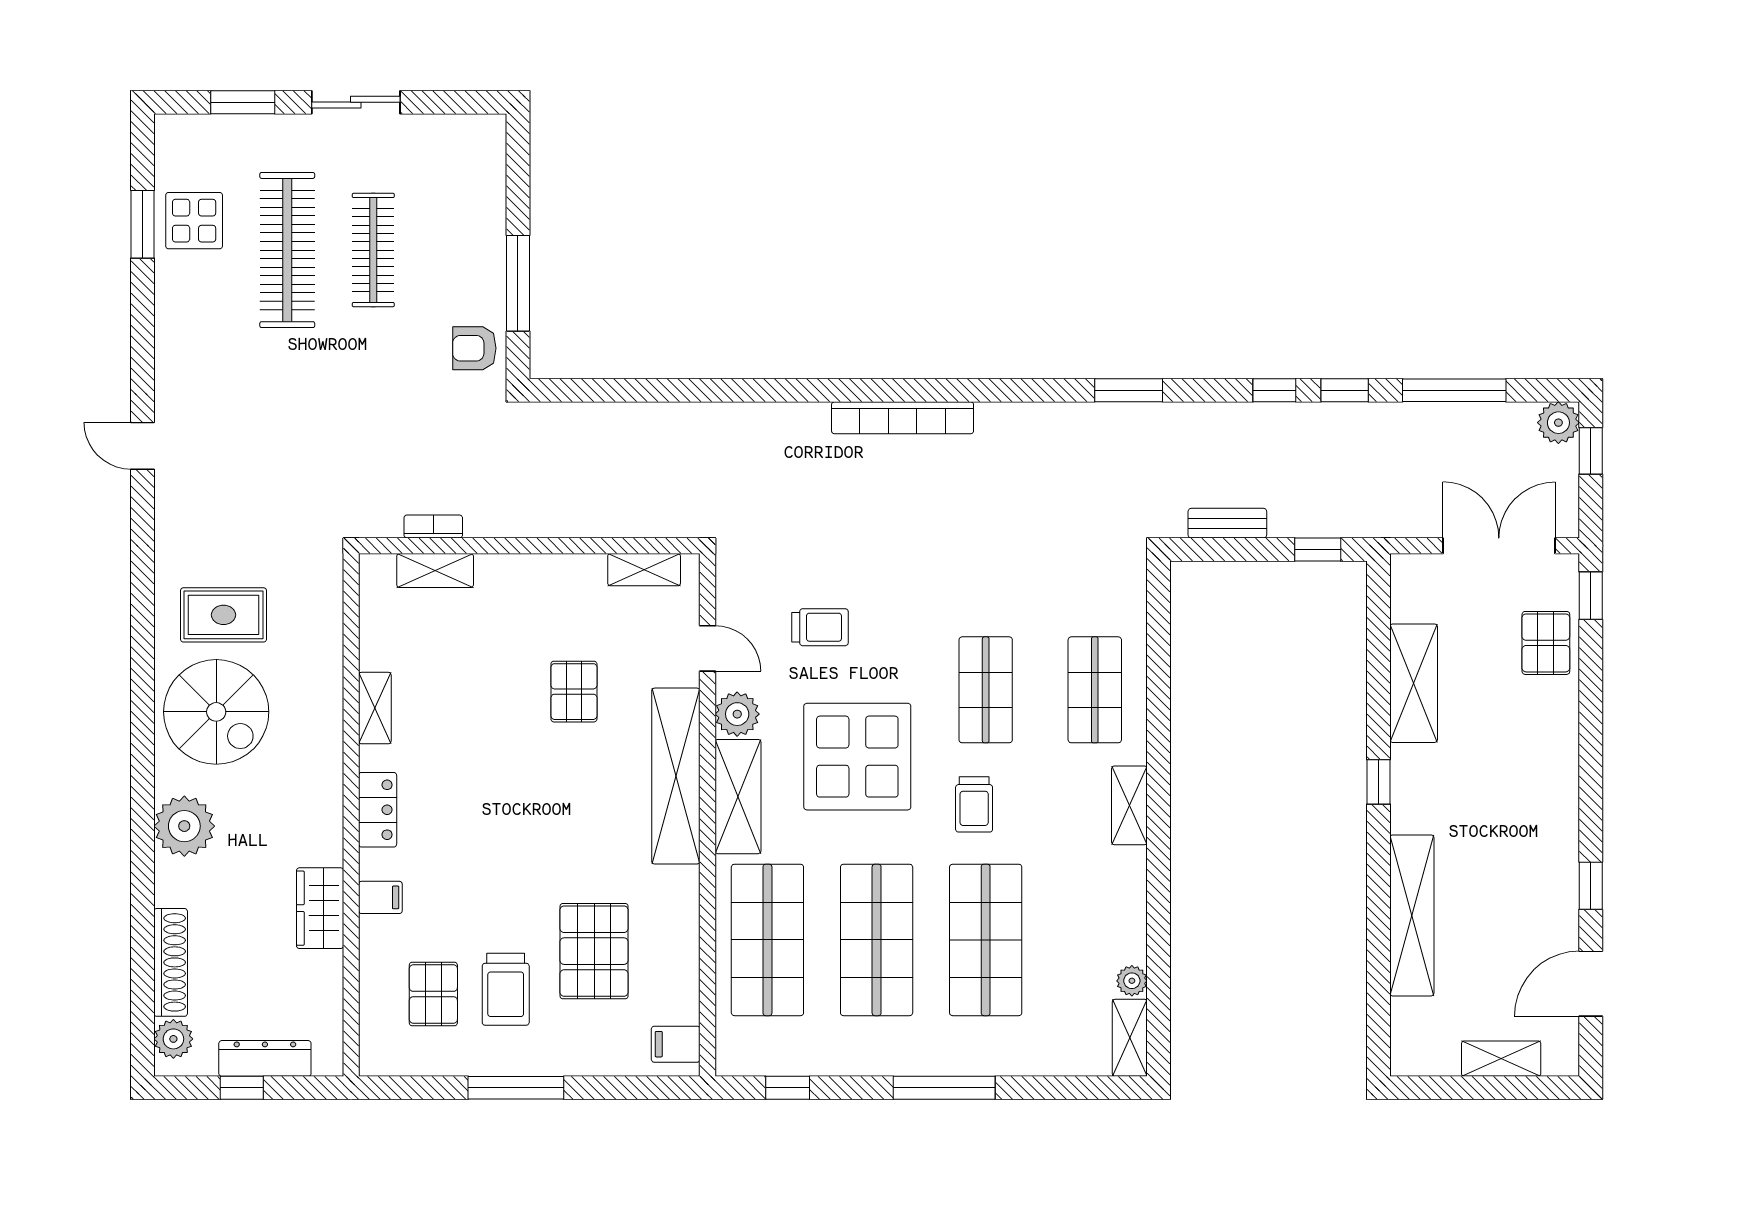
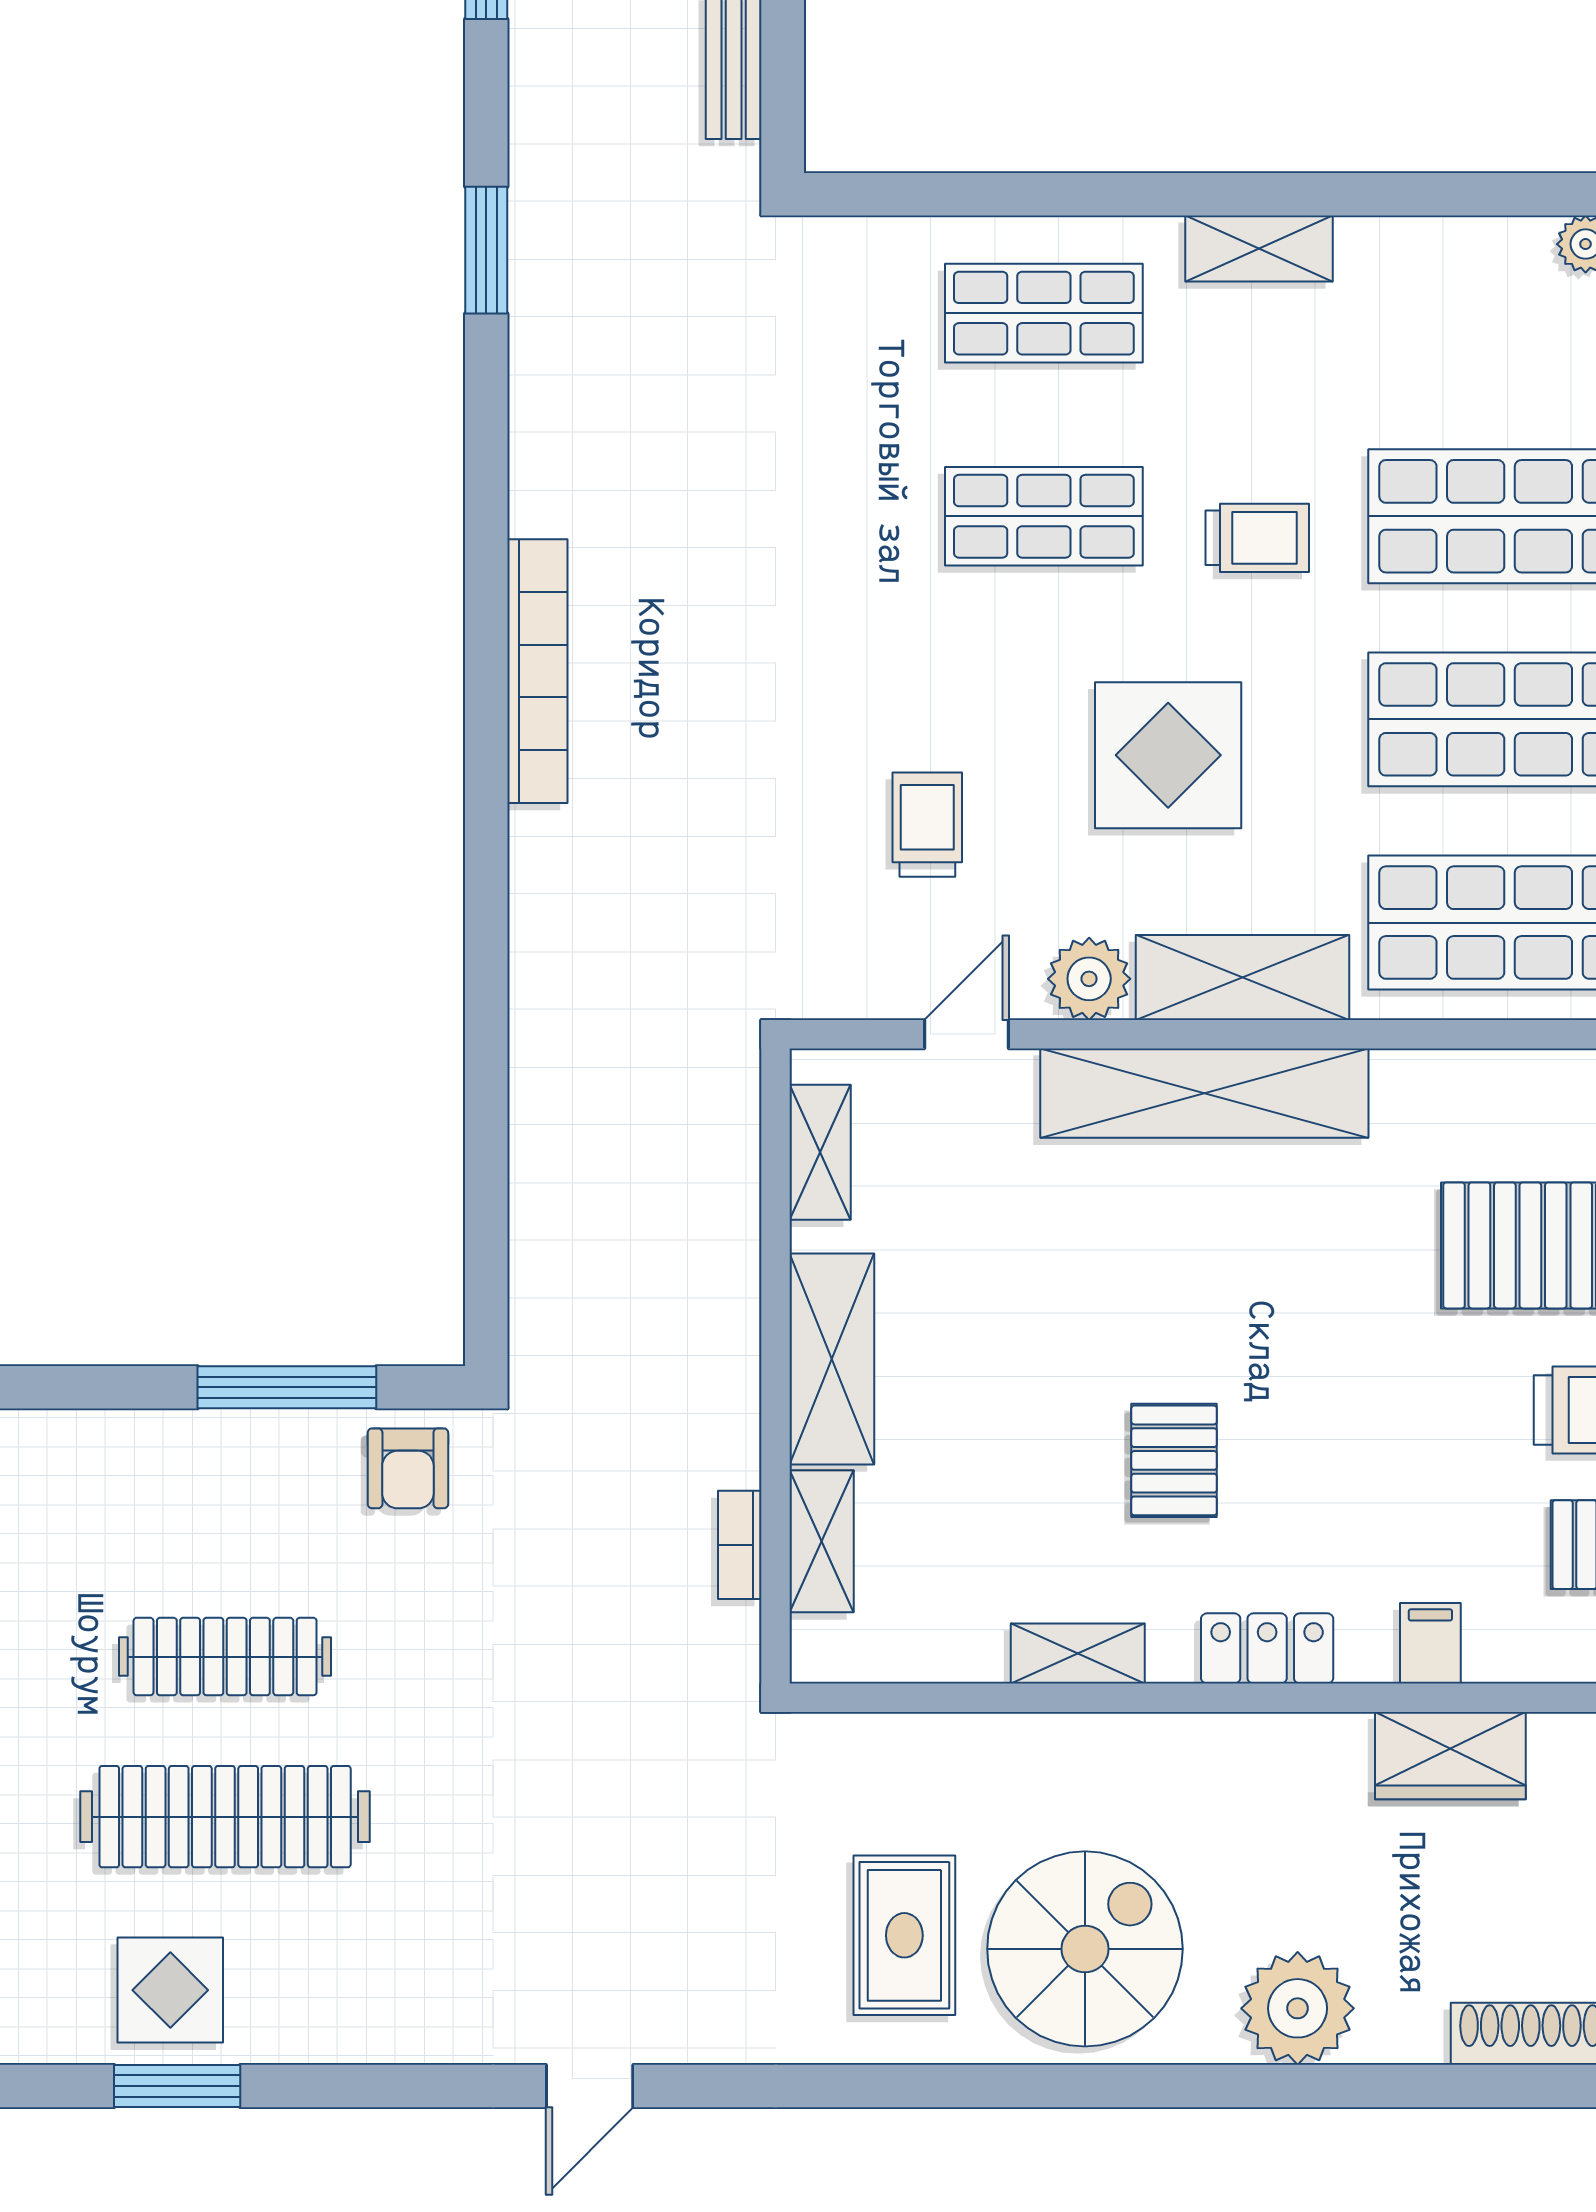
shelving: (533, 576) -> (832, 1359), added
pallet: (574, 692) -> (1174, 1460), moved, turned 90
display table: (857, 757) -> (1168, 755), width x0.73, depth x0.73

